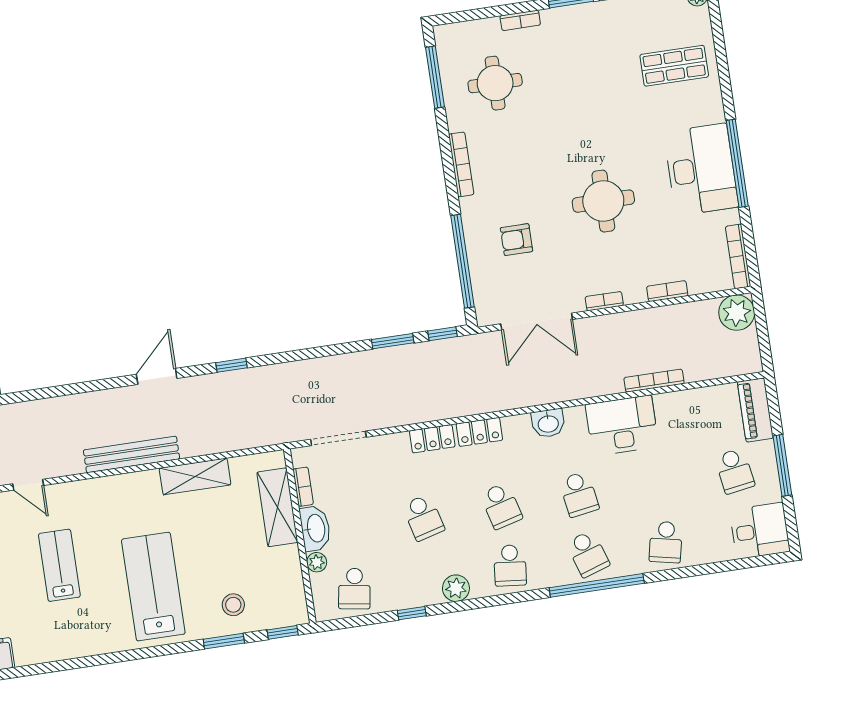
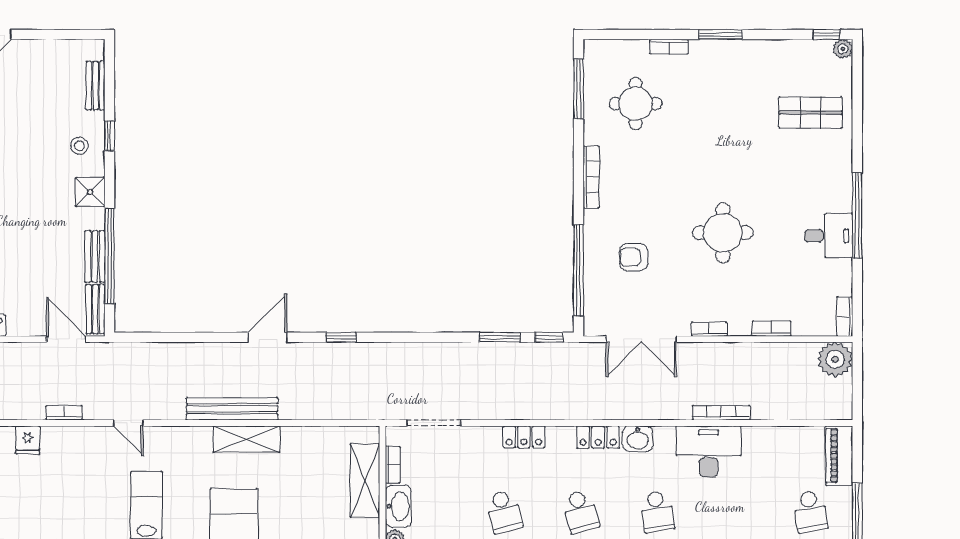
desk: (701, 170) -> (829, 236), width x0.53, depth x0.77
bookcase: (738, 256) -> (845, 317), width x0.64
bookcase: (654, 381) -> (721, 413), moved
locker: (479, 432) -> (598, 437), moved
shelving: (195, 476) -> (247, 439), moved

